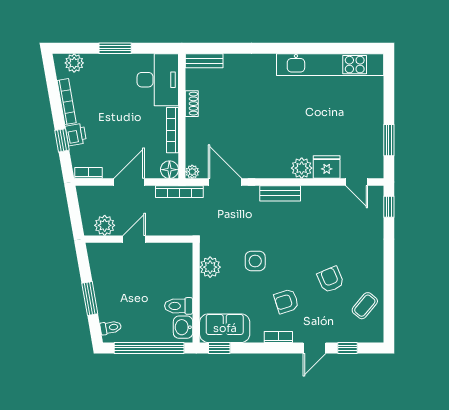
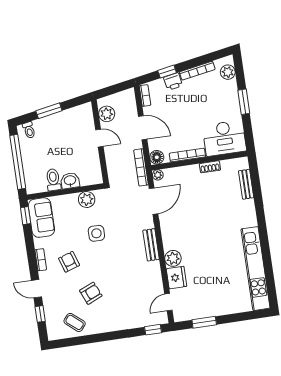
bench: (204, 61) -> (246, 184), moved
washbasin: (183, 327) -> (70, 181), moved

